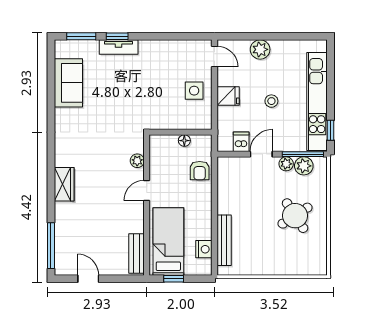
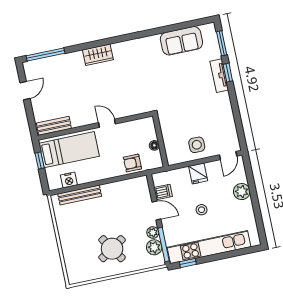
plant: (137, 161) -> (130, 110), removed

